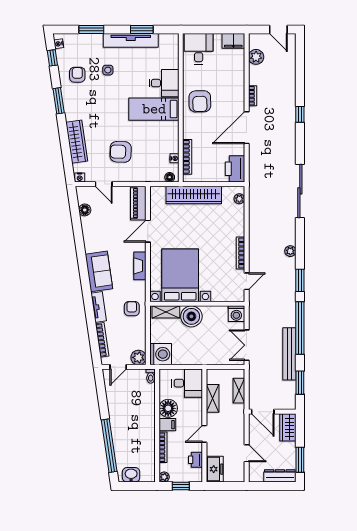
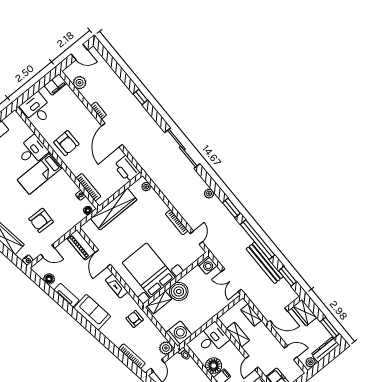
tv unit: (99, 307) -> (67, 295), moved
plant: (257, 476) -> (310, 362), added

